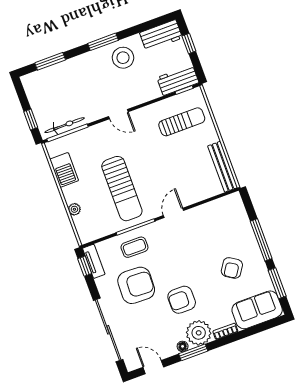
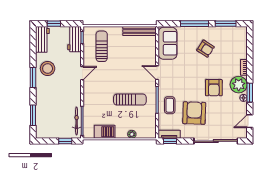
door: (118, 114) -> (82, 73), moved
sun lounger: (122, 189) -> (130, 100), width x0.73, depth x0.75
sofa: (257, 310) -> (168, 43), moved, turned 180

